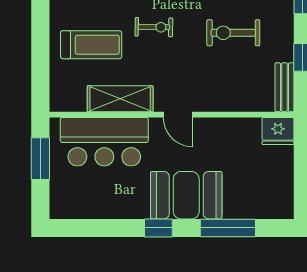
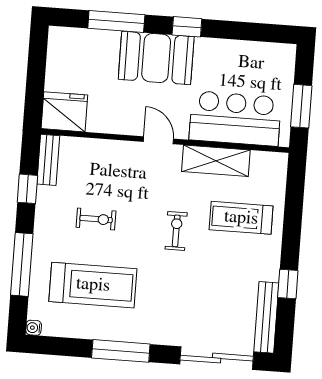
exercise bike: (154, 27) -> (176, 231), turned 89
exercise bike: (233, 33) -> (96, 219), width x0.73, depth x0.72
fridge: (278, 131) -> (64, 112), width x1.36, depth x1.34

